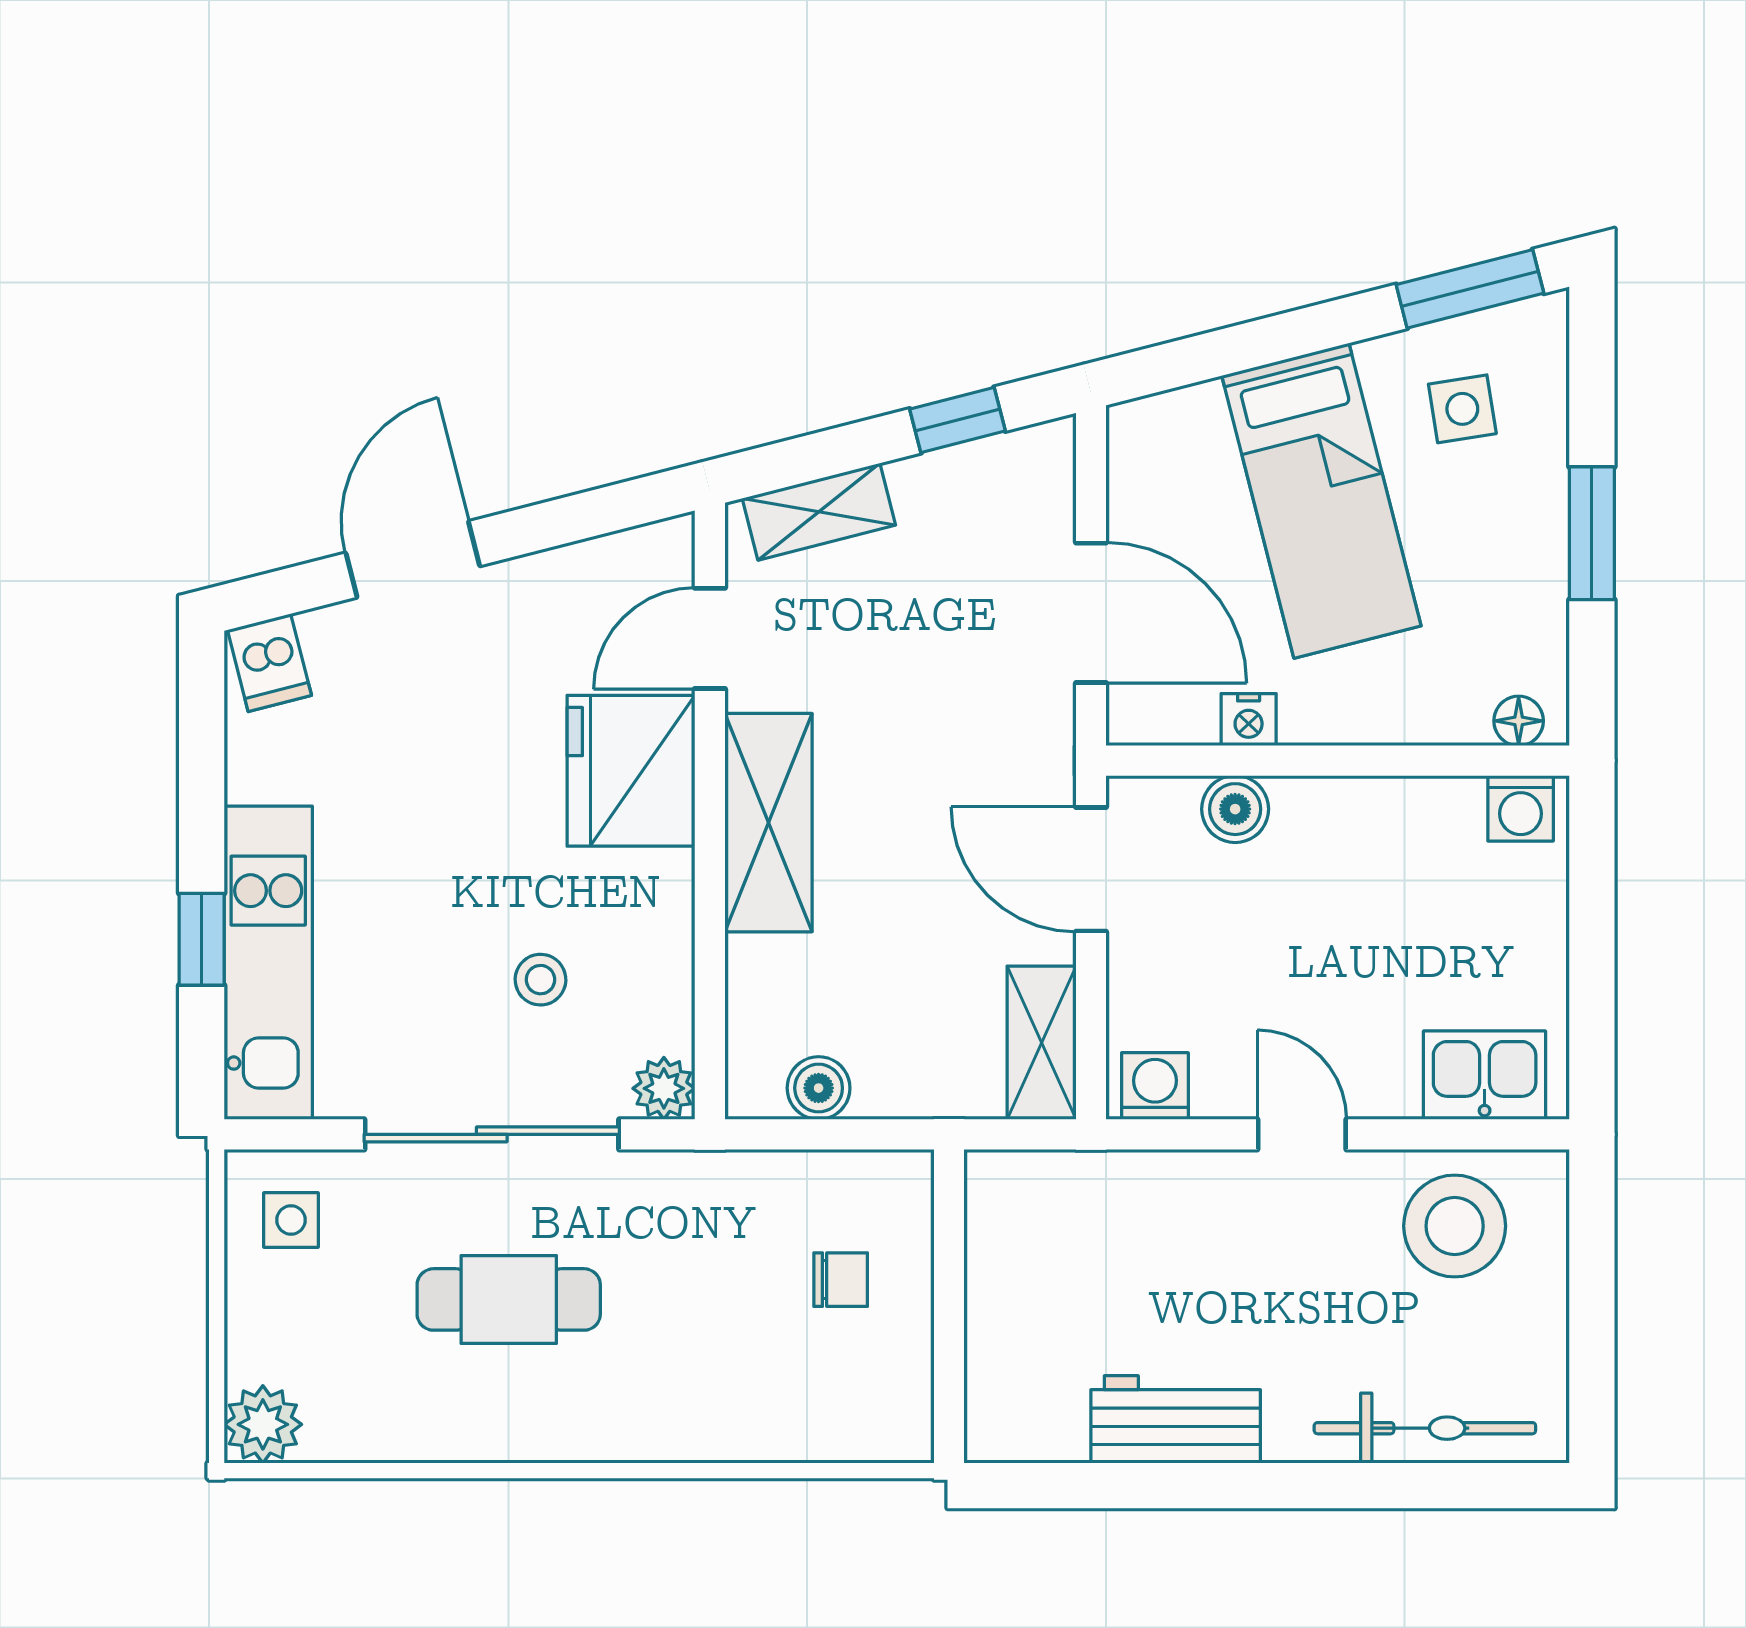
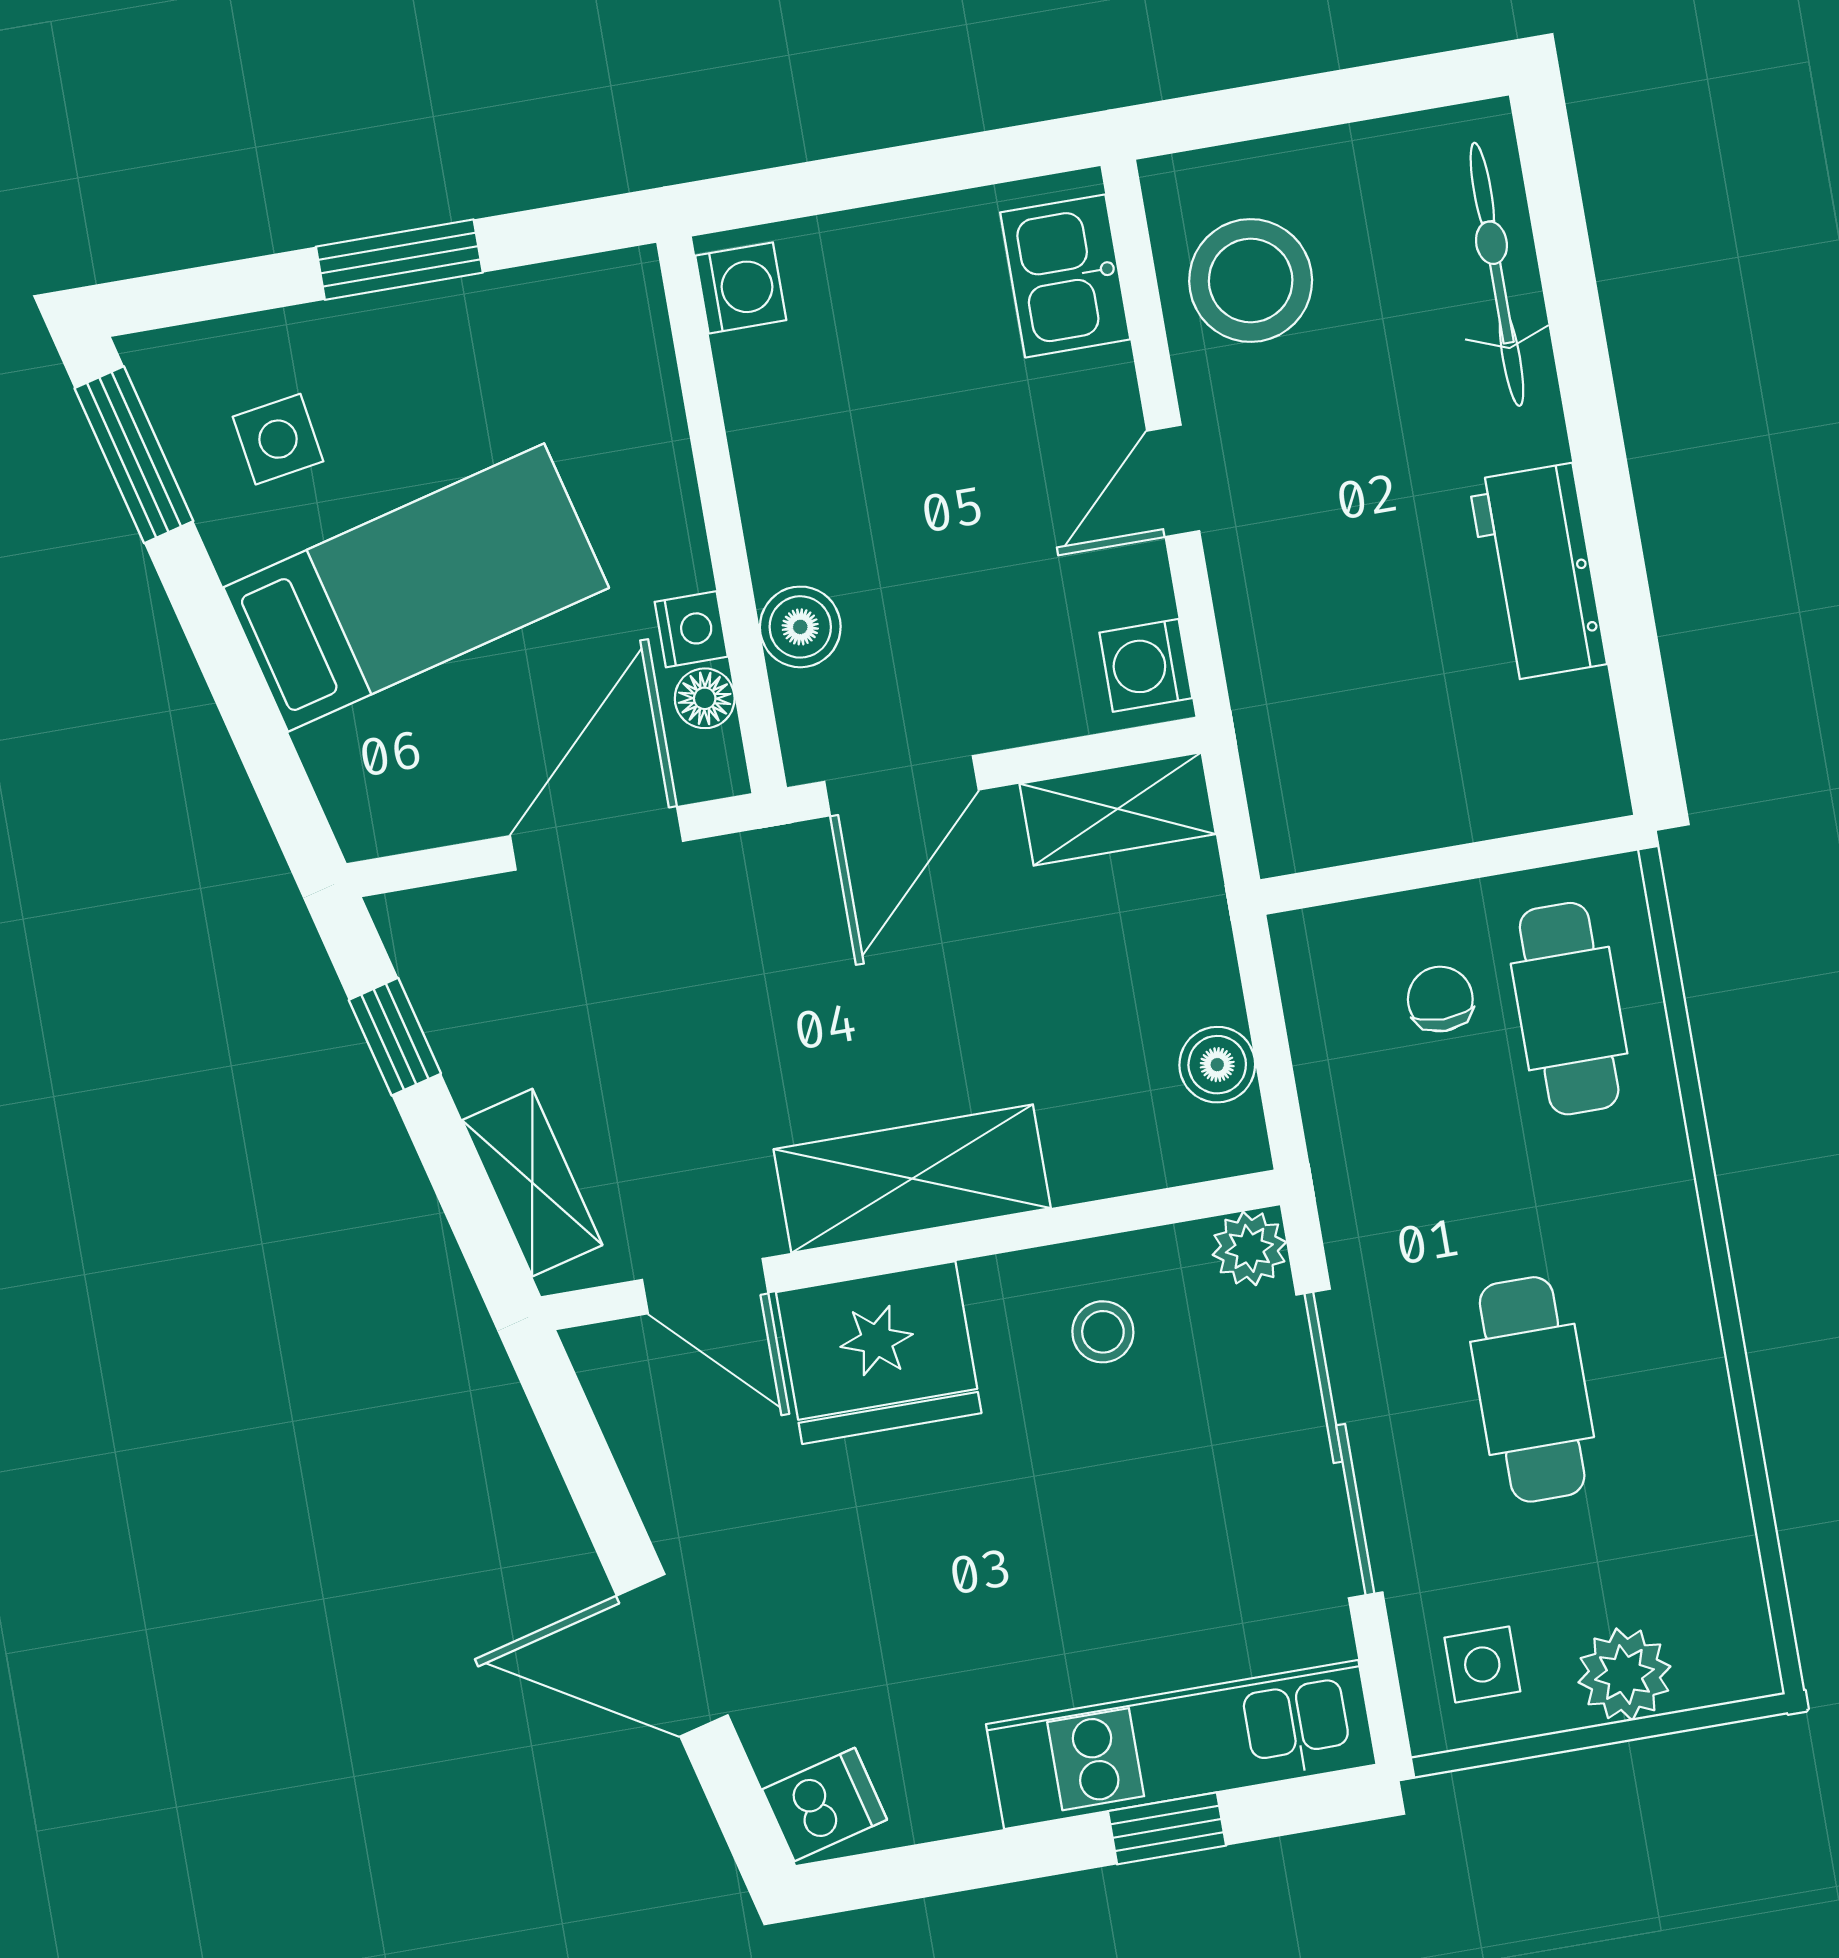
floor lamp: (1519, 721) -> (705, 698), moved
stool: (540, 980) -> (1103, 1332), moved
cafe table: (815, 1383) -> (1569, 1009), added
plant: (263, 1424) -> (1624, 1674), moved

